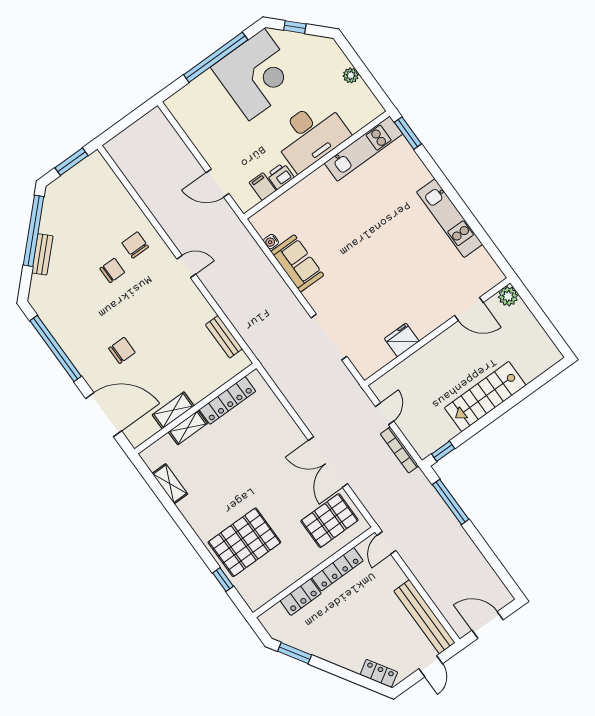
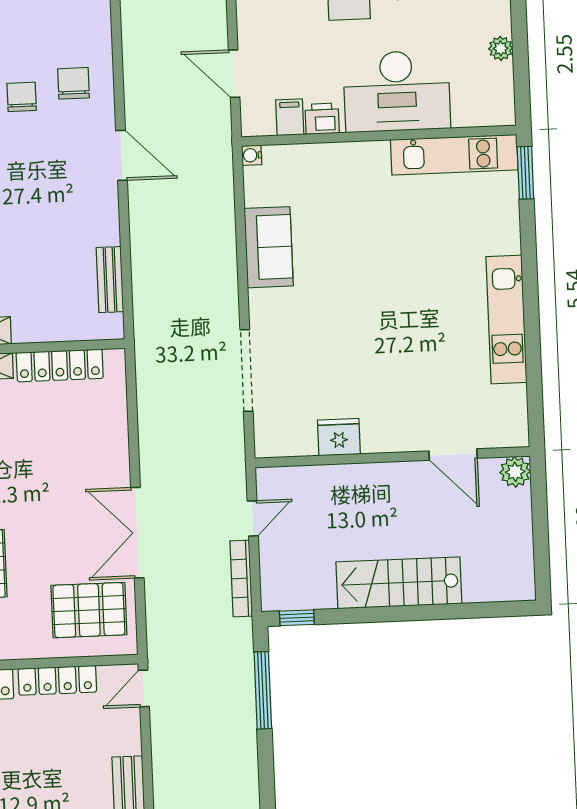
water cooler: (271, 242) -> (252, 155), moved
door: (186, 266) -> (122, 155), width x1.38
chair: (112, 270) -> (22, 97), turned -90

